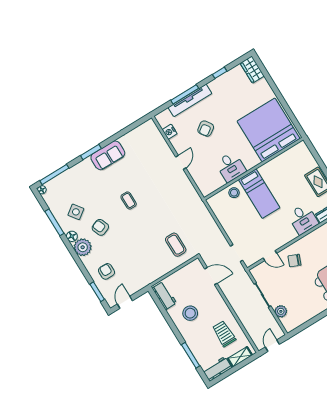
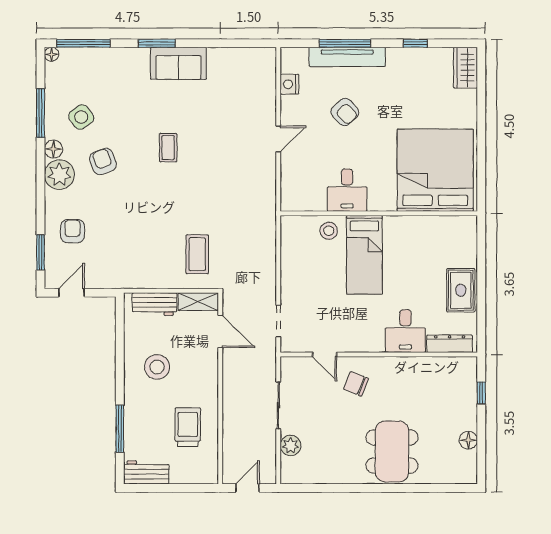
armchair: (206, 129) -> (345, 112), turned -98
workbench: (164, 296) -> (154, 304), moved, turned 90
shelving: (240, 357) -> (198, 302), moved

